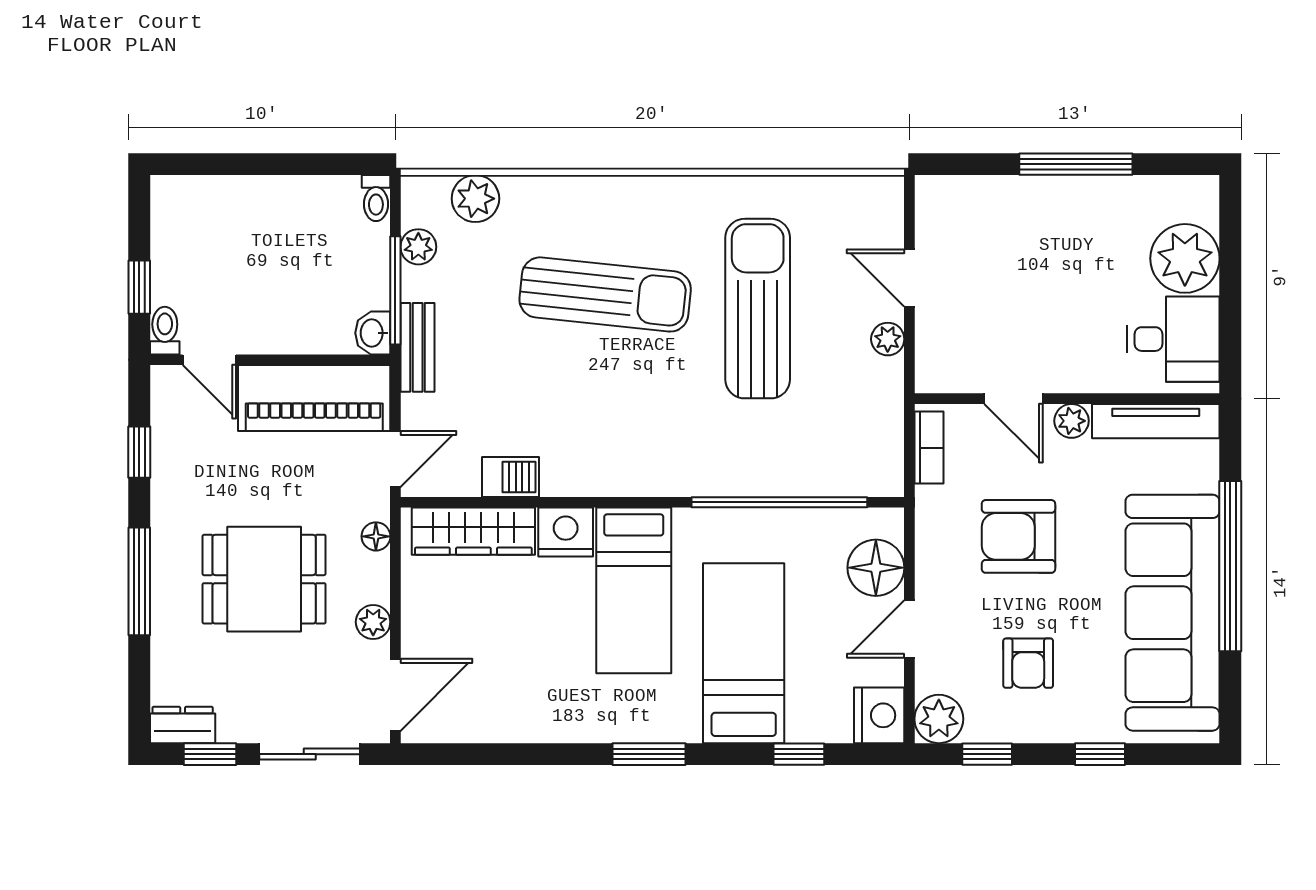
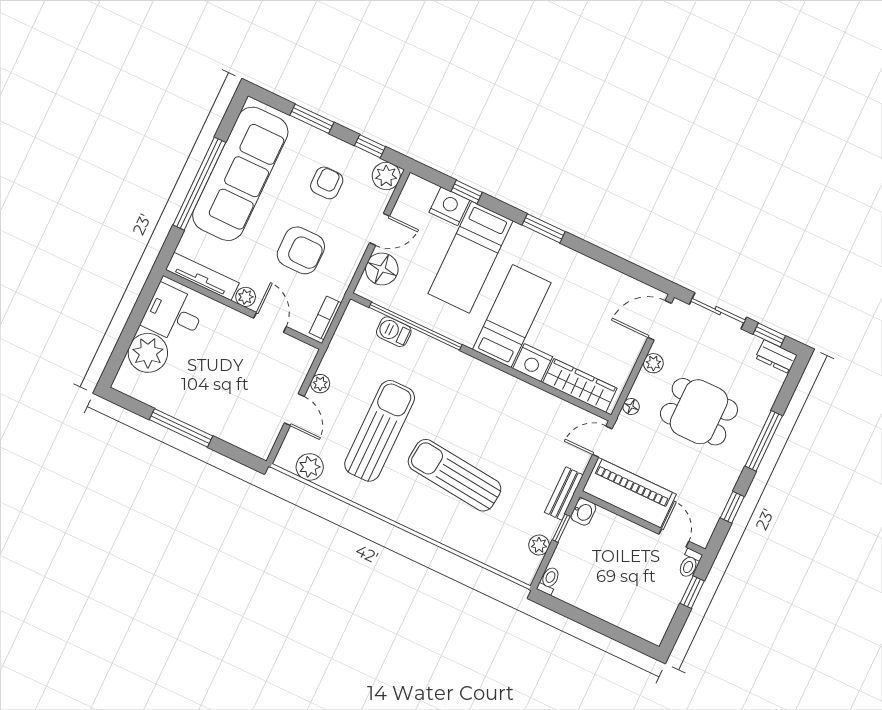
plant: (475, 199) -> (310, 467), moved
window: (395, 290) -> (561, 528), width x0.46
sun lounger: (758, 309) -> (380, 431), turned 180
barbecue: (511, 477) -> (394, 332), moved
nightstand: (879, 715) -> (449, 206), moved, turned 90
window: (1100, 754) -> (312, 119), width x1.50

